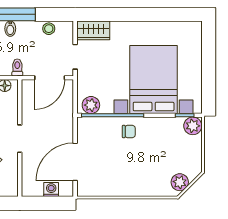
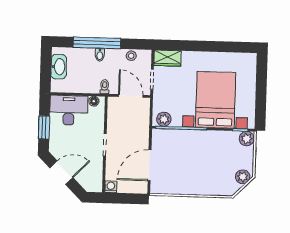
door: (50, 78) -> (131, 96), swing flipped
chair: (129, 131) -> (194, 142), removed
plant: (180, 182) -> (243, 177), moved
washing machine: (51, 190) -> (111, 187), moved

